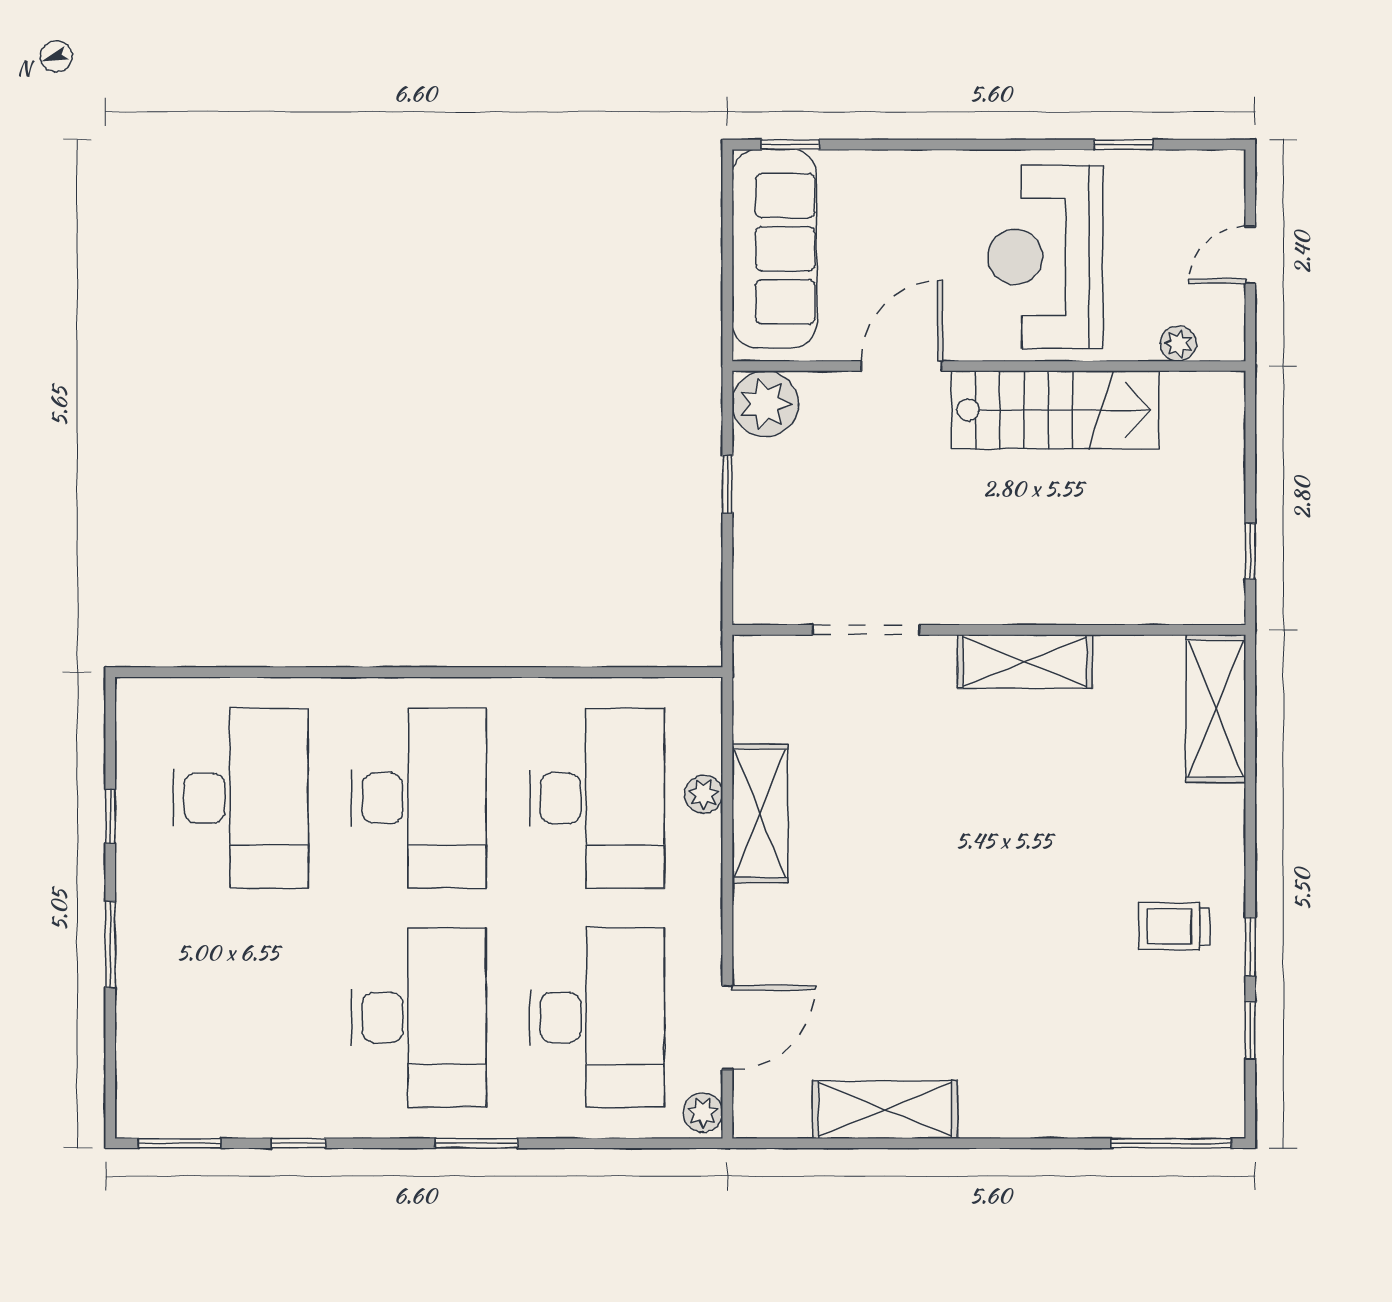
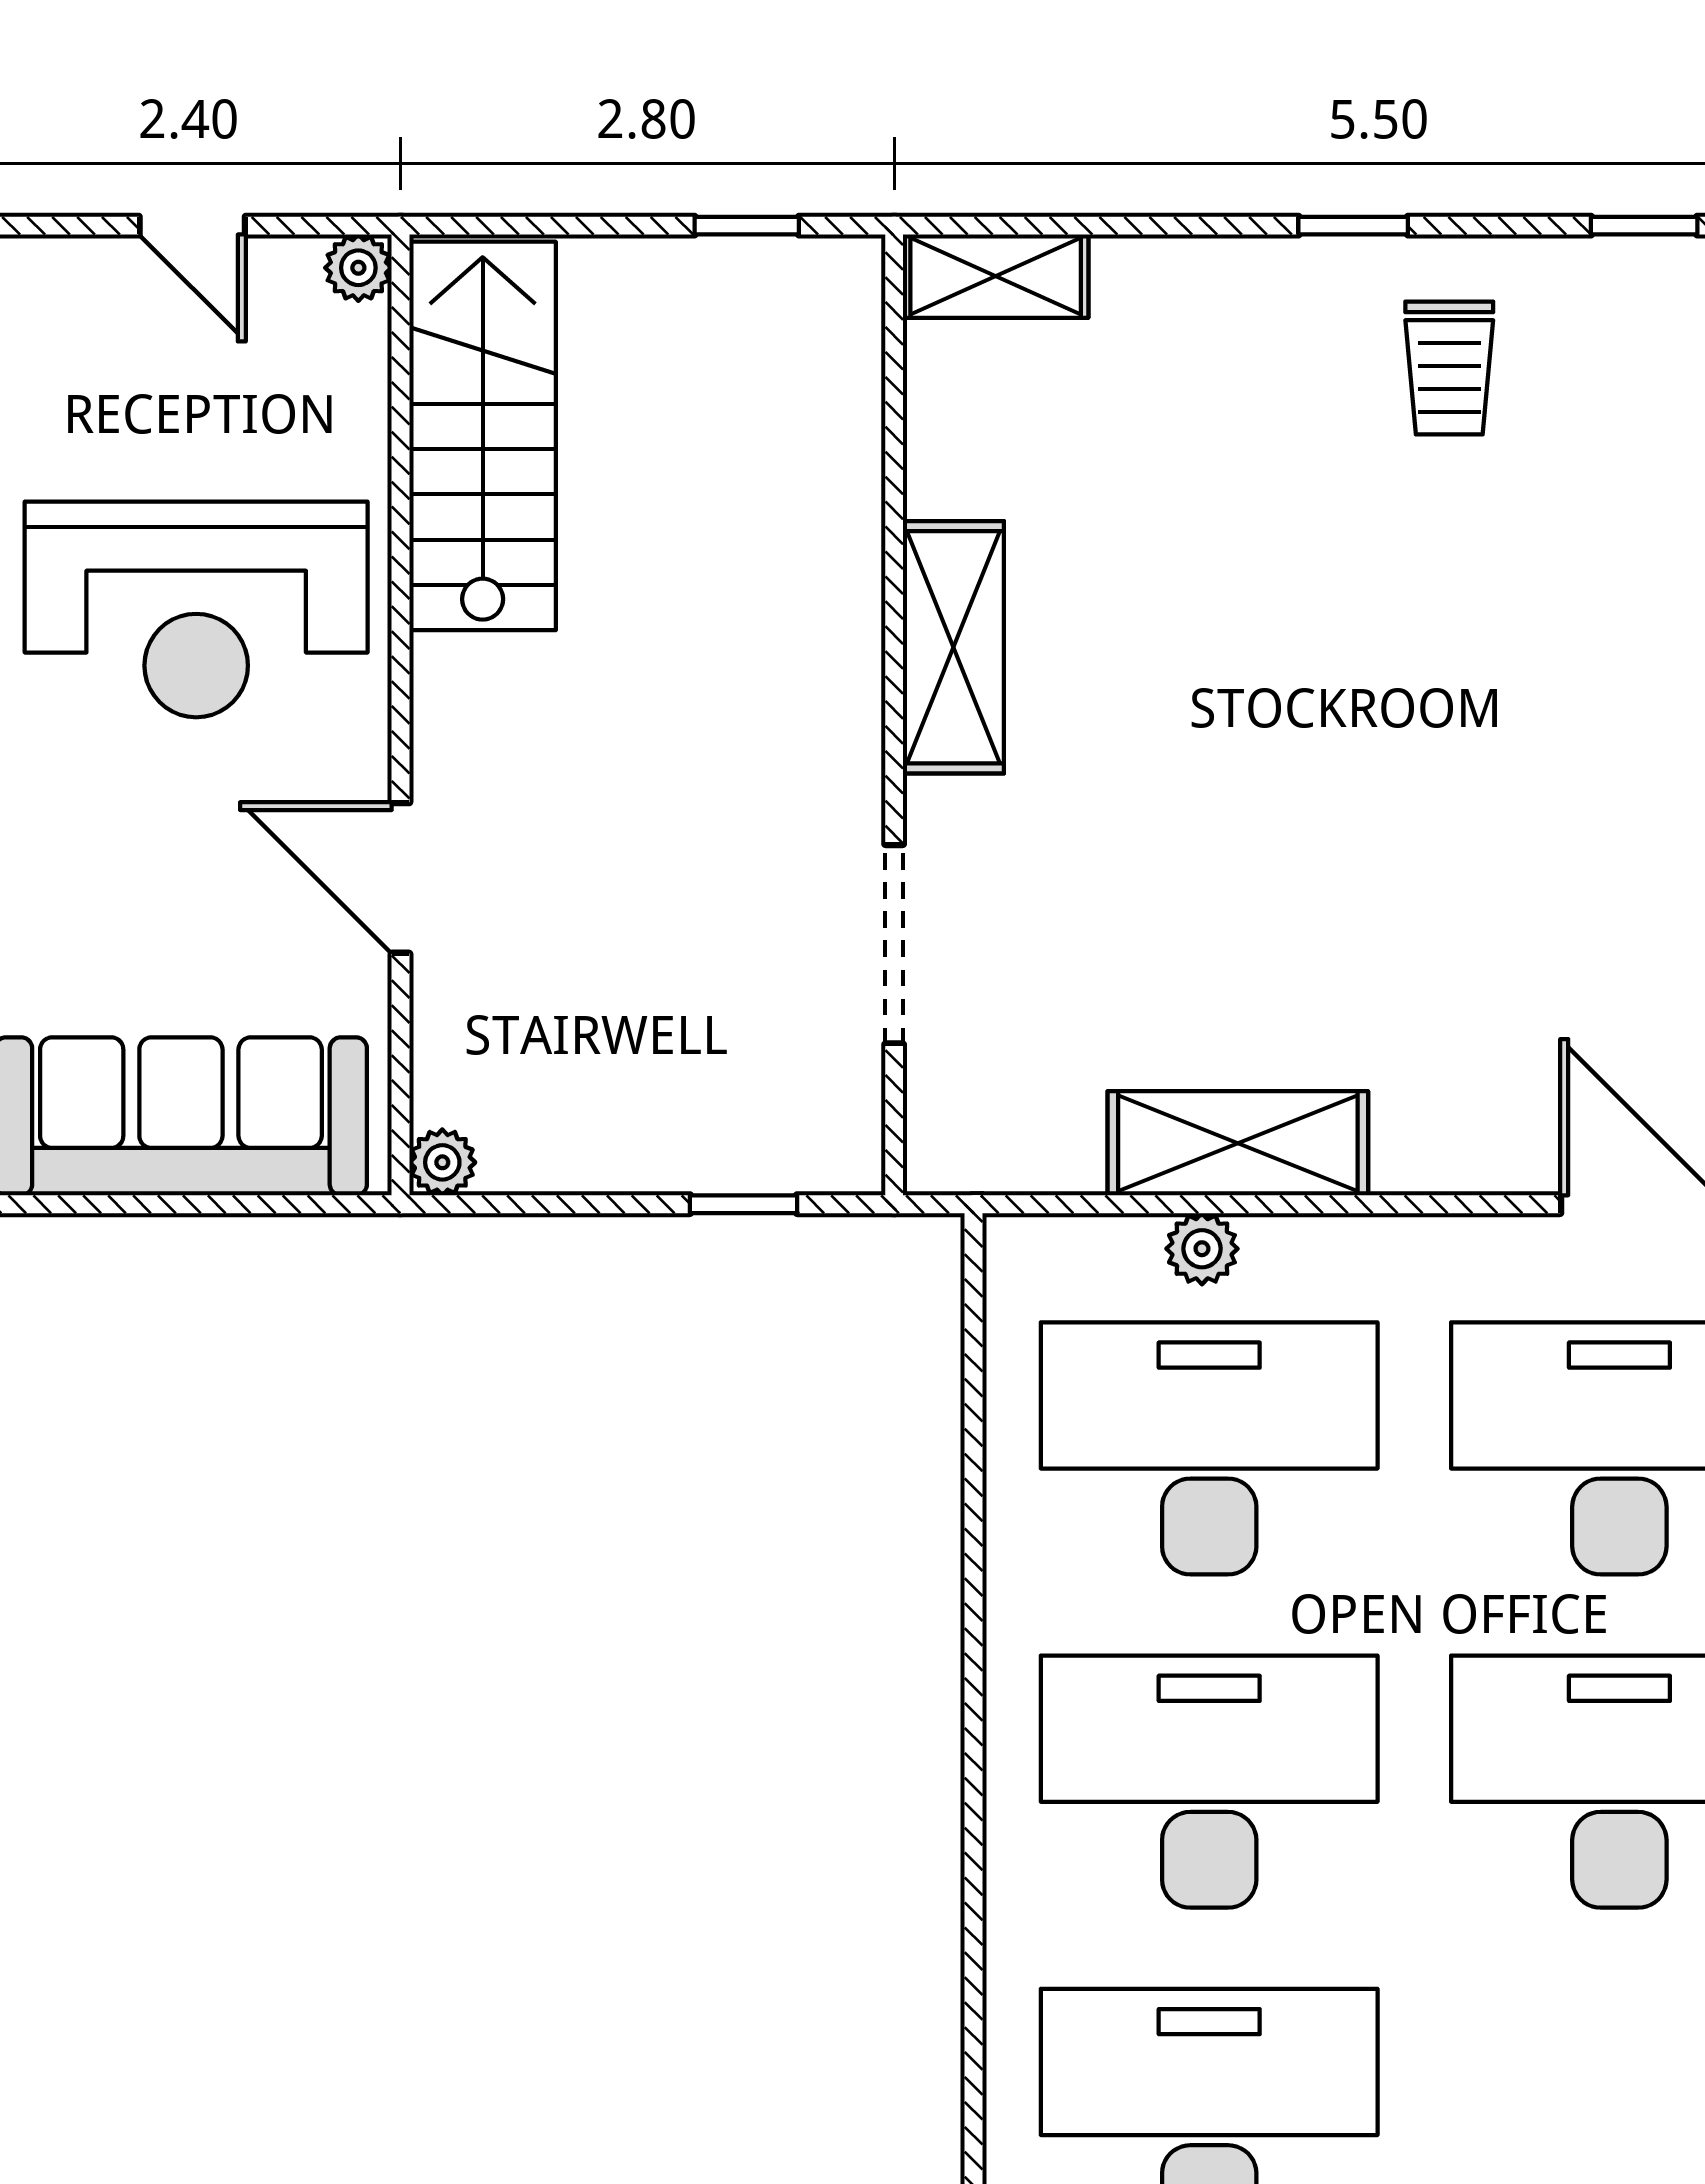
plant: (1178, 343) -> (358, 268), moved
plant: (765, 404) -> (442, 1162), width x0.53, depth x0.53
stairs: (1055, 410) -> (483, 436), moved
window: (727, 484) -> (743, 1204), moved
shelving: (1216, 709) -> (996, 276), width x0.67, depth x0.75
window: (1250, 947) -> (1353, 226), moved

